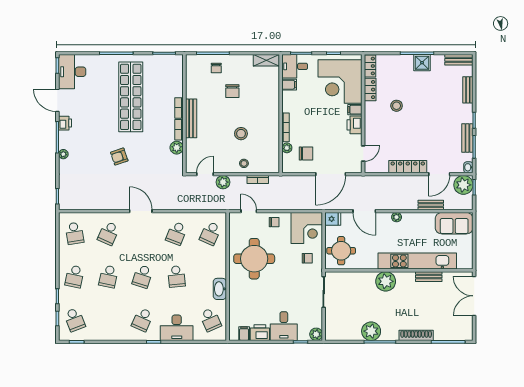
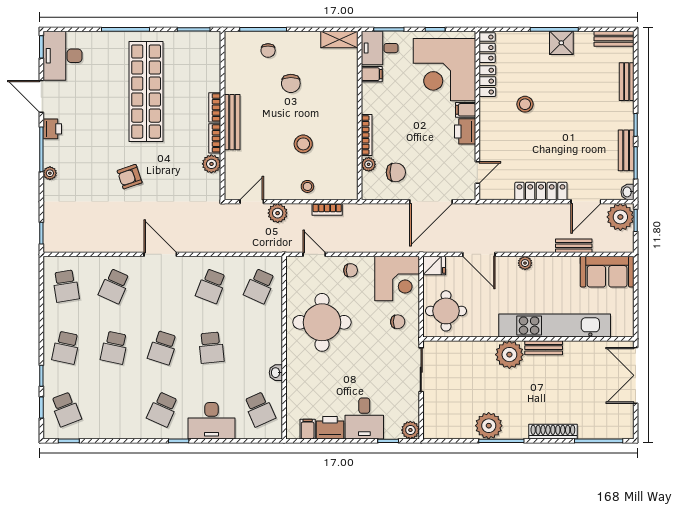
bench: (429, 277) -> (544, 348), moved
washbasin: (220, 289) -> (276, 373), width x0.52, depth x0.69

